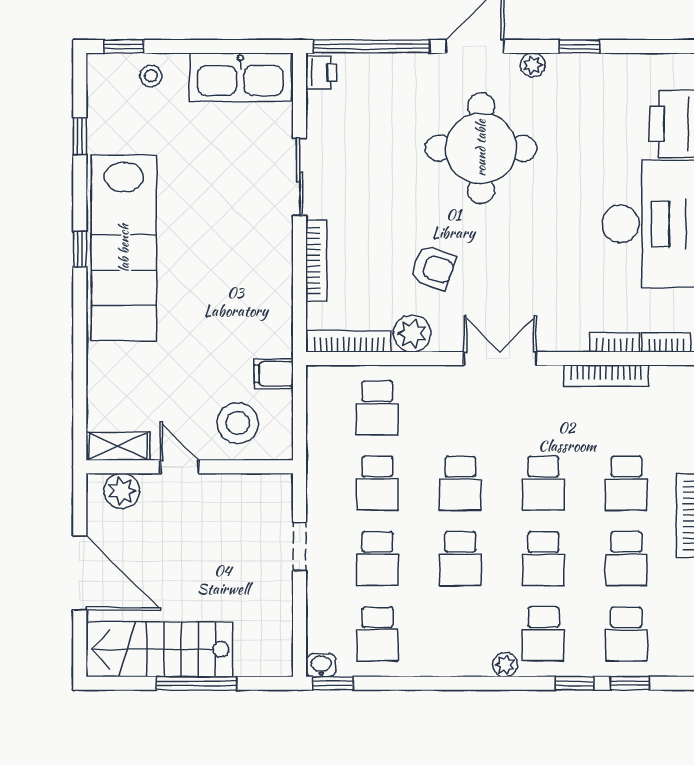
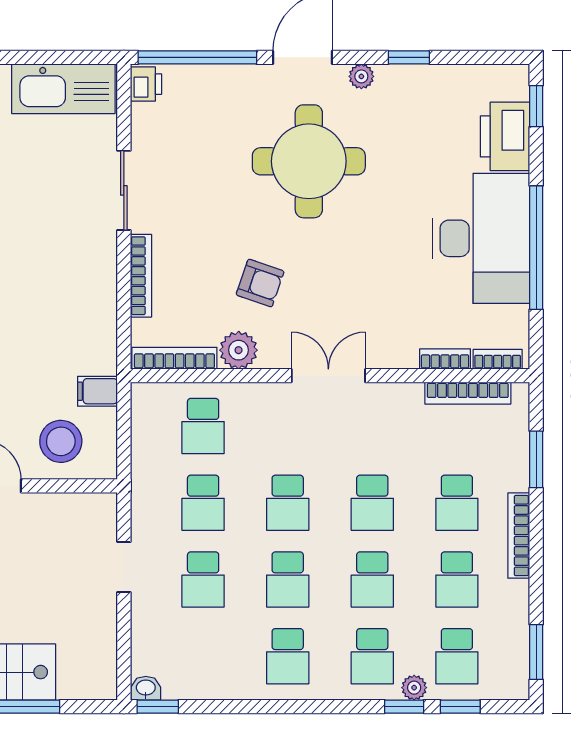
bookcase: (606, 376) -> (468, 393), moved
school desk: (377, 634) -> (288, 656), moved
plant: (505, 665) -> (414, 688), moved

